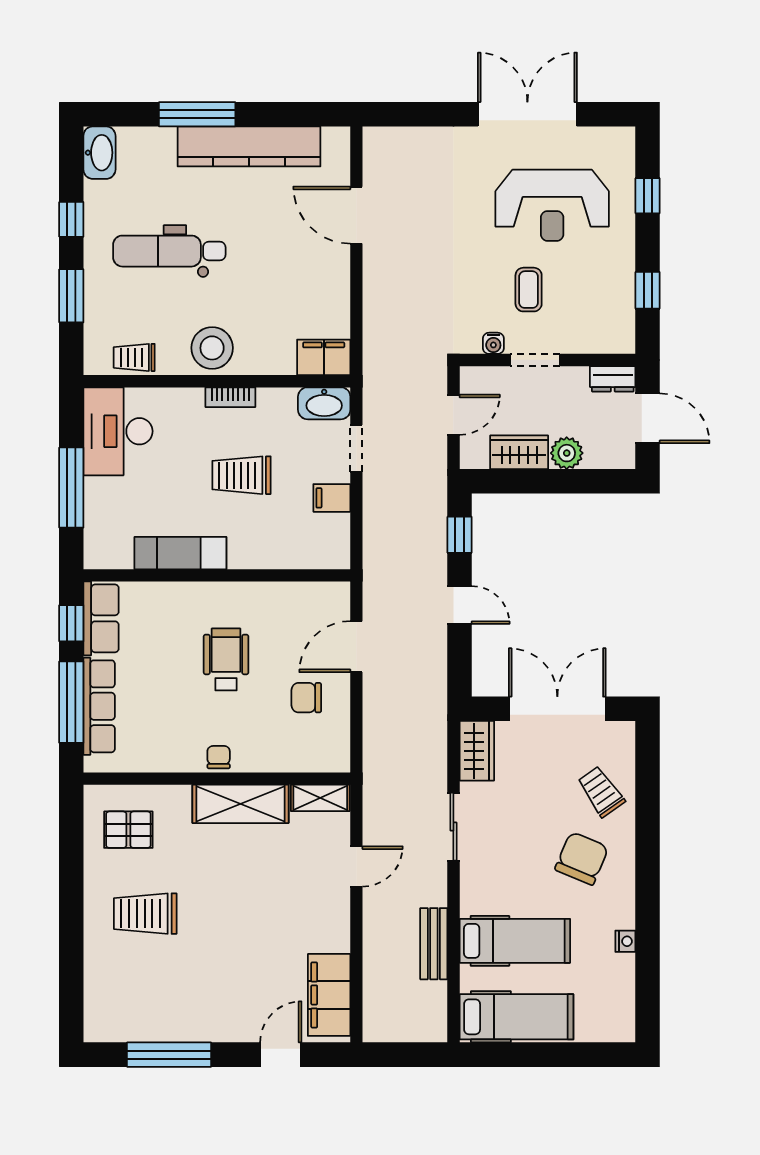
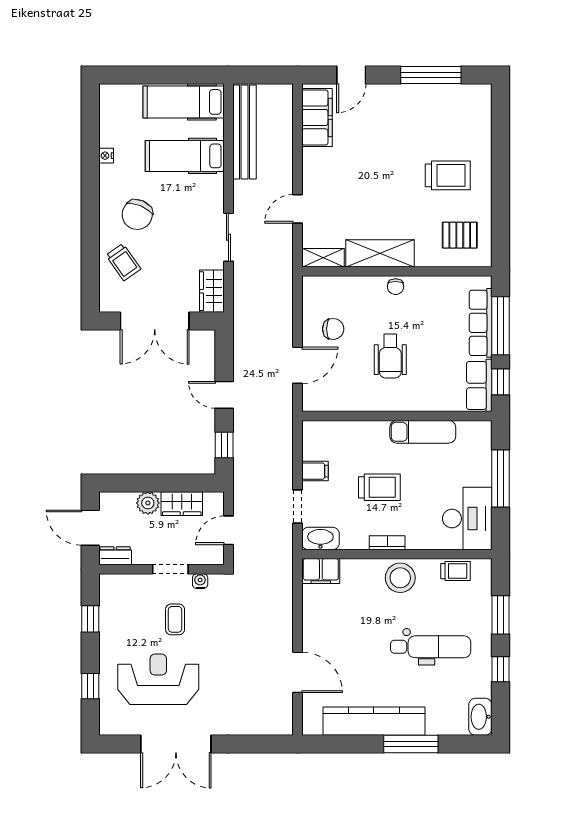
bench: (434, 944) -> (245, 132), width x1.86, depth x1.21

